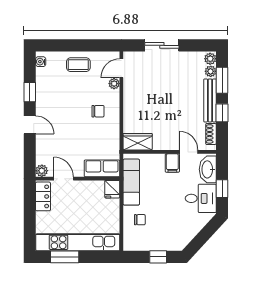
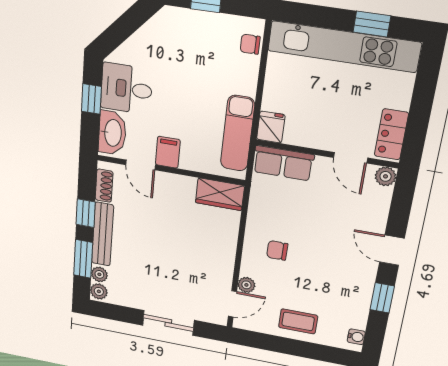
chair: (140, 220) -> (250, 44), moved
window: (65, 257) -> (372, 24), width x0.67

